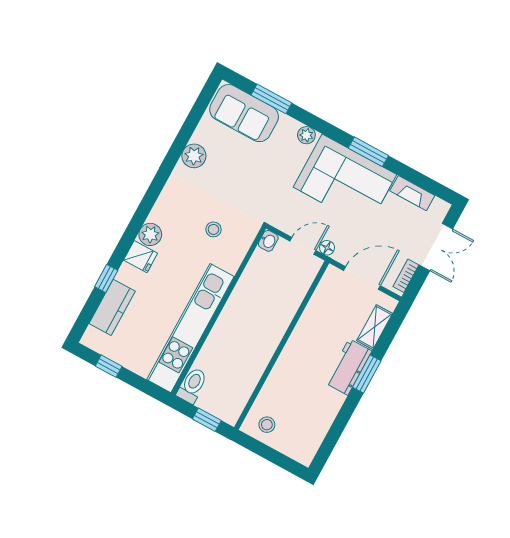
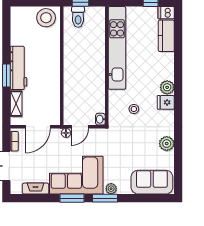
window: (271, 99) -> (105, 198), moved
fridge: (141, 257) -> (166, 102), moved
window: (106, 278) -> (178, 50), removed
dishwasher: (95, 340) -> (166, 13), added
workbench: (348, 367) -> (19, 68), width x1.38
toilet: (192, 385) -> (78, 17), moved
stool: (267, 425) -> (46, 18), width x1.89, depth x1.89

